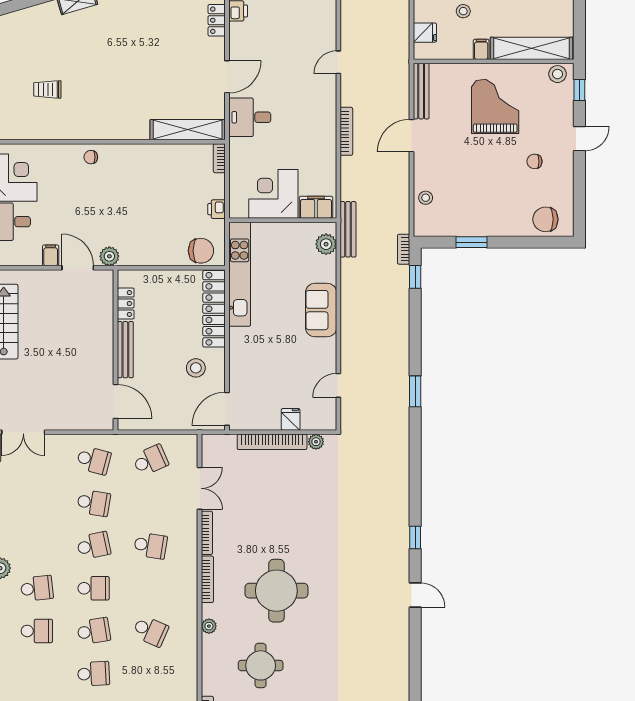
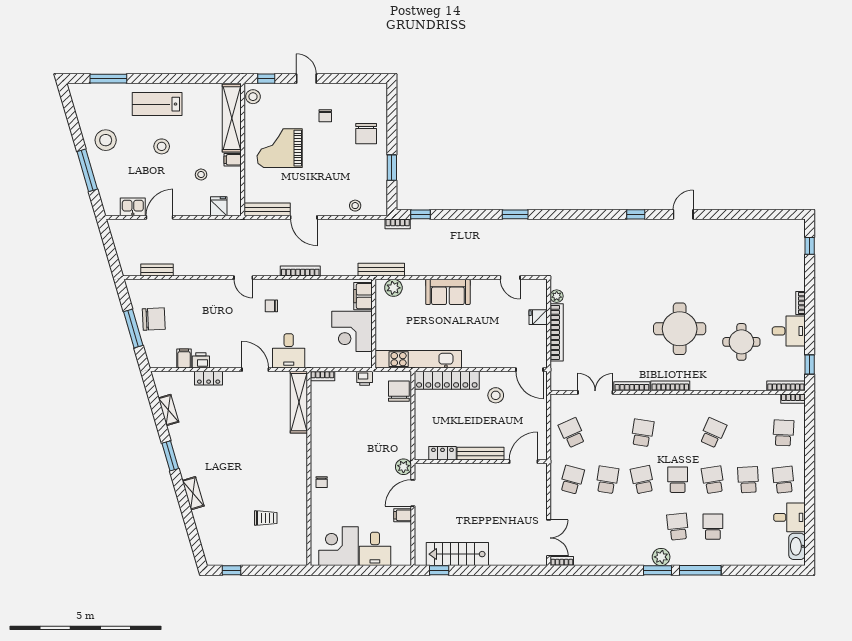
trolley: (47, 89) -> (266, 518), turned -90
chair: (304, 96) -> (271, 306), added
chair: (545, 219) -> (366, 134), moved
plant: (209, 626) -> (709, 385), removed

